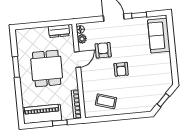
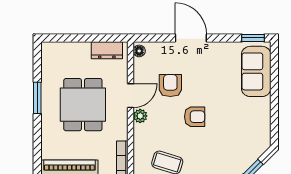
window: (139, 15) -> (253, 38), moved
plant: (82, 39) -> (140, 116), moved
armchair: (121, 69) -> (195, 117), turned -90

